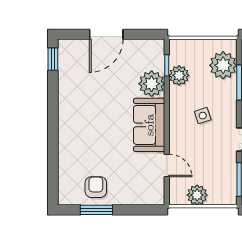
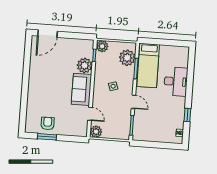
door: (106, 34) -> (48, 34), moved
window: (53, 59) -> (28, 47), removed
plant: (179, 75) -> (102, 46), moved
plant: (197, 195) -> (96, 132), moved

